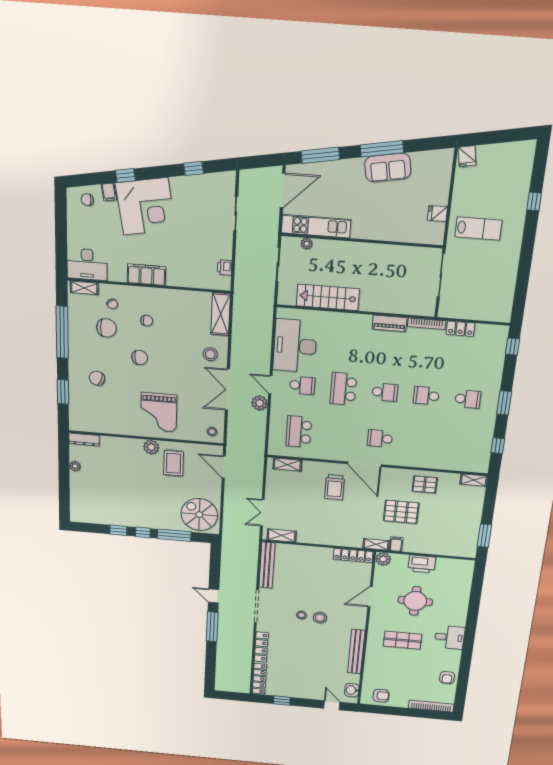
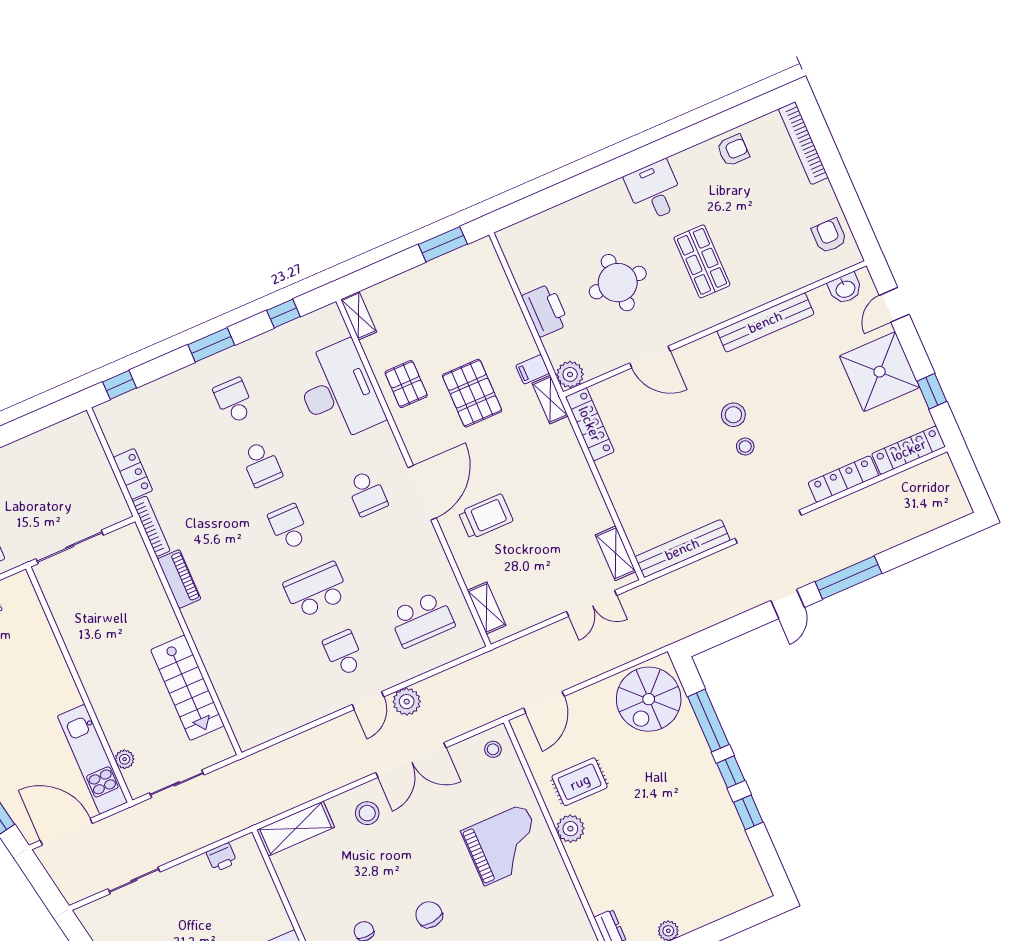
desk: (295, 346) -> (338, 392), moved, turned -90
school desk: (343, 389) -> (316, 590), turned 180
shower: (304, 685) -> (880, 372), added

